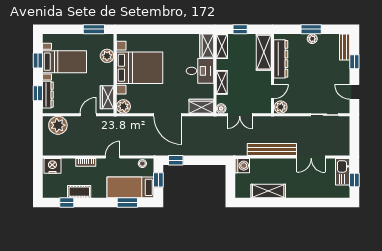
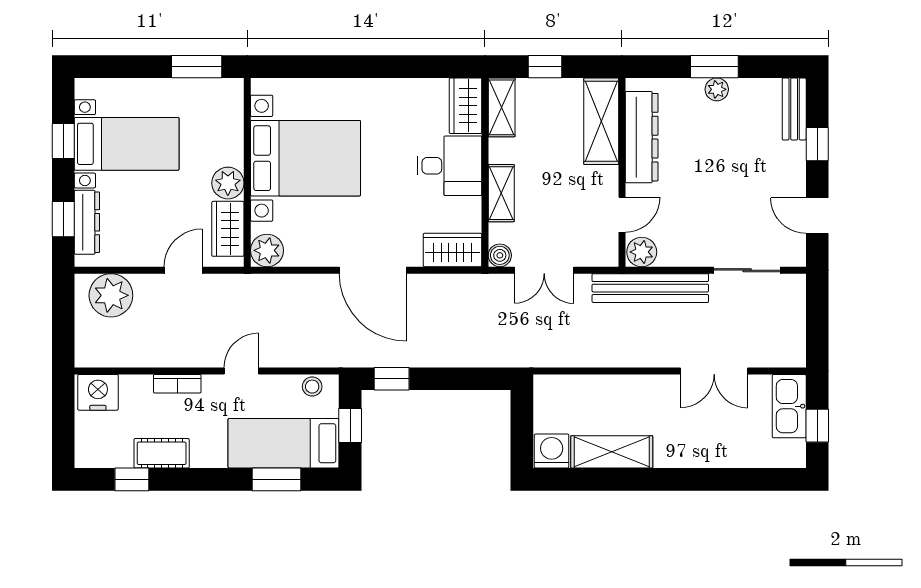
plant: (107, 56) -> (228, 183), moved
bench: (272, 149) -> (650, 288), moved
washing machine: (242, 166) -> (552, 451), moved, turned -90

